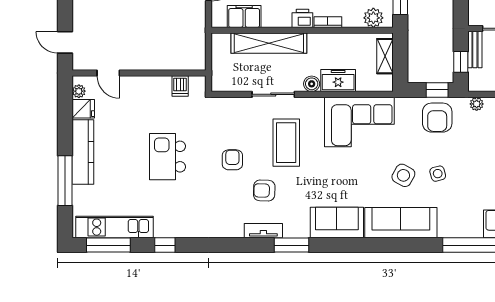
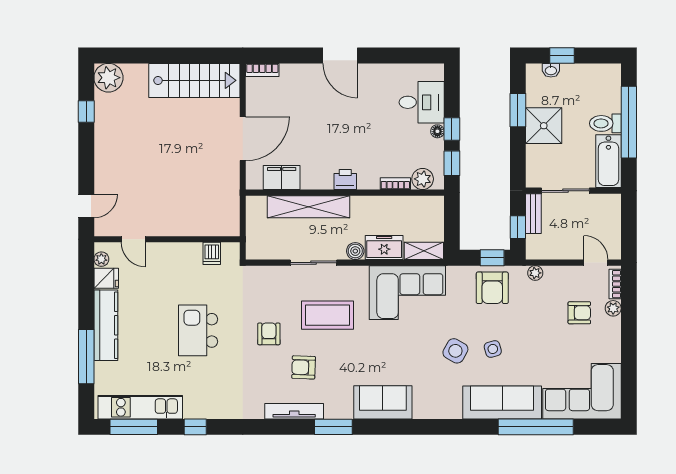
bookcase: (328, 22) -> (395, 184), moved
door: (65, 42) -> (86, 206), swing flipped
shelving: (385, 56) -> (424, 251), moved, turned 90
coffee table: (286, 143) -> (328, 315), turned 90
sofa: (401, 223) -> (502, 402), moved
tv unit: (263, 231) -> (294, 411), width x1.41

